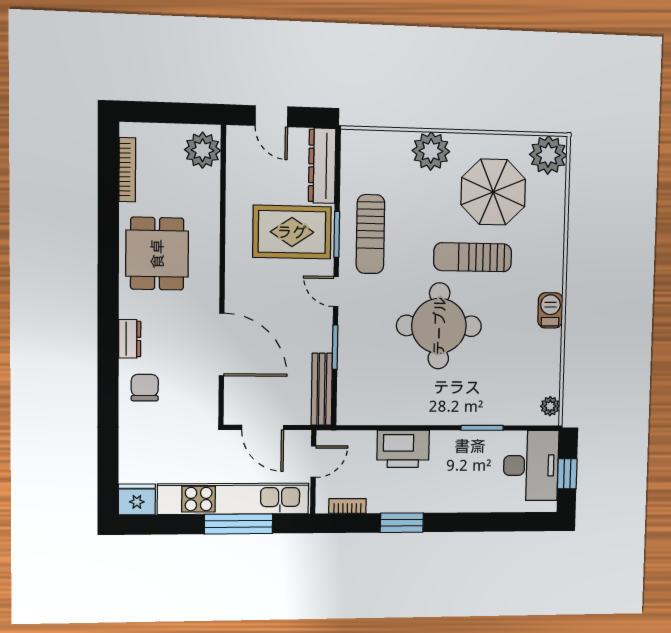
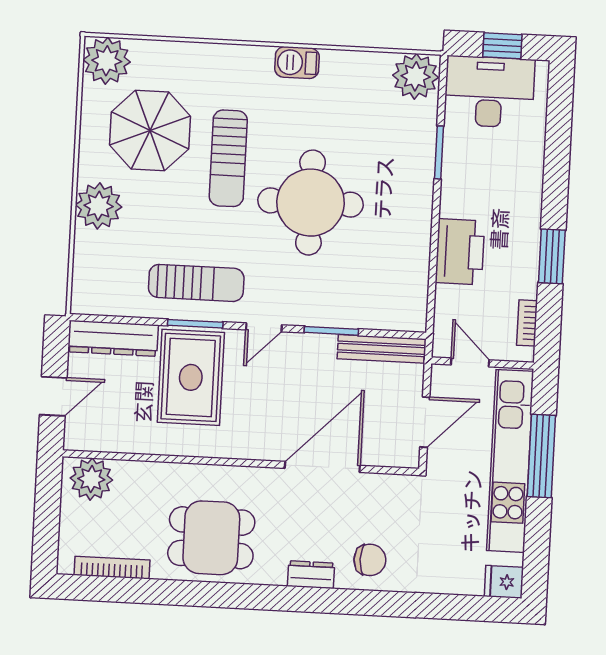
chair: (145, 388) -> (370, 560), turned 180
plant: (550, 406) -> (416, 76), width x1.88, depth x1.88
fridge: (137, 499) -> (504, 582), width x0.72

